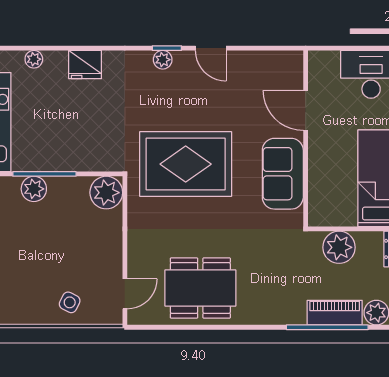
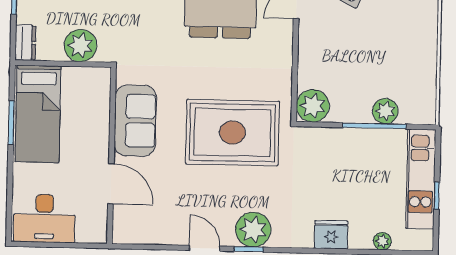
plant: (163, 60) -> (253, 230), width x1.88, depth x1.88

